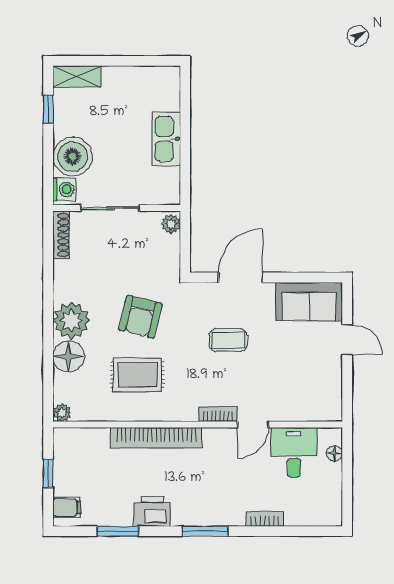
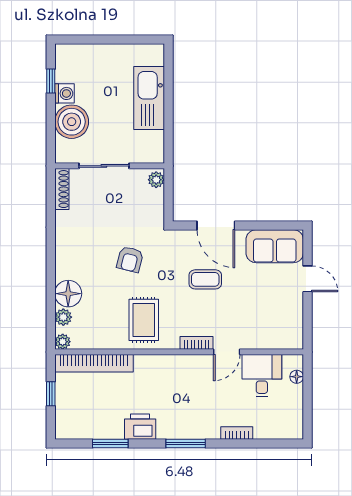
shelving: (77, 76) -> (75, 53), removed
kitchen sink: (166, 139) -> (149, 98), width x1.36, depth x1.24
washing machine: (64, 189) -> (64, 93), moved
door: (240, 278) -> (216, 226), swing flipped
armchair: (140, 317) -> (130, 259), width x0.72, depth x0.72
plant: (71, 321) -> (63, 317), moved, width x0.53, depth x0.53
rug: (137, 375) -> (144, 320), moved, turned 90
bookcase: (156, 438) -> (94, 363), moved
filing cabinet: (67, 508) -> (67, 423), removed

